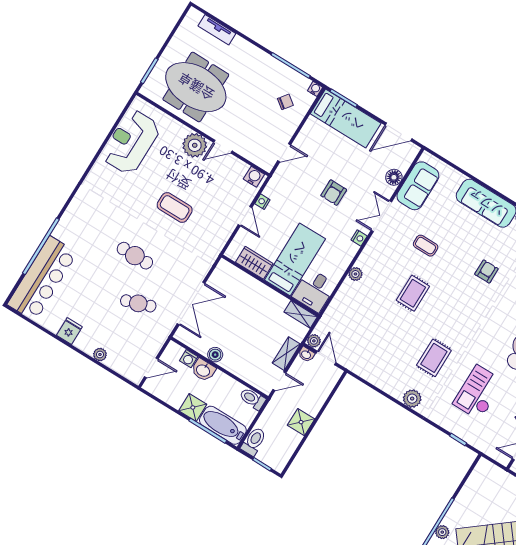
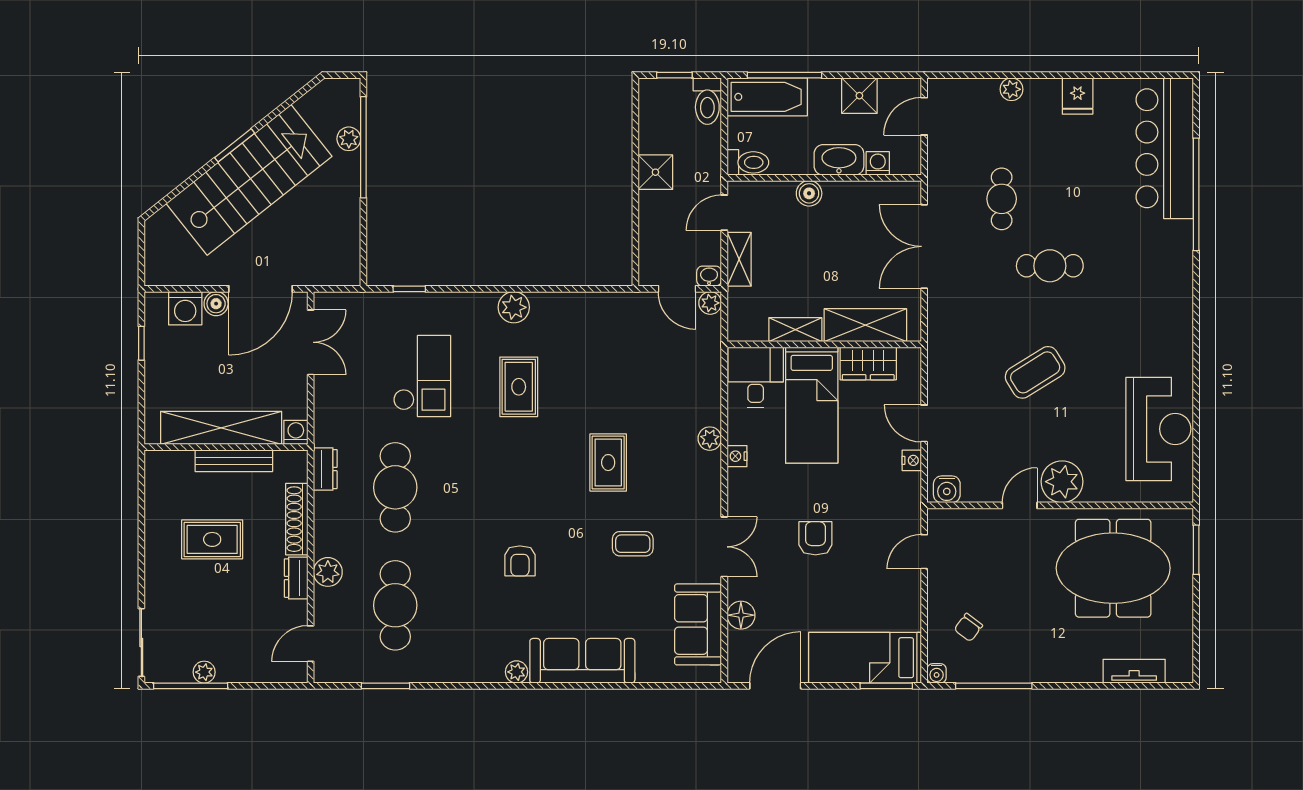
coffee table: (175, 207) -> (1035, 372), turned -32
nightstand: (359, 238) -> (737, 456), moved
shelving: (244, 283) -> (865, 325), added
cafe table: (138, 303) -> (1002, 199), turned -71
shelving: (301, 314) -> (795, 330), moved
boiler: (215, 355) -> (809, 193), moved
washbasin: (203, 370) -> (839, 160), width x1.38
shower: (193, 407) -> (859, 96), moved

